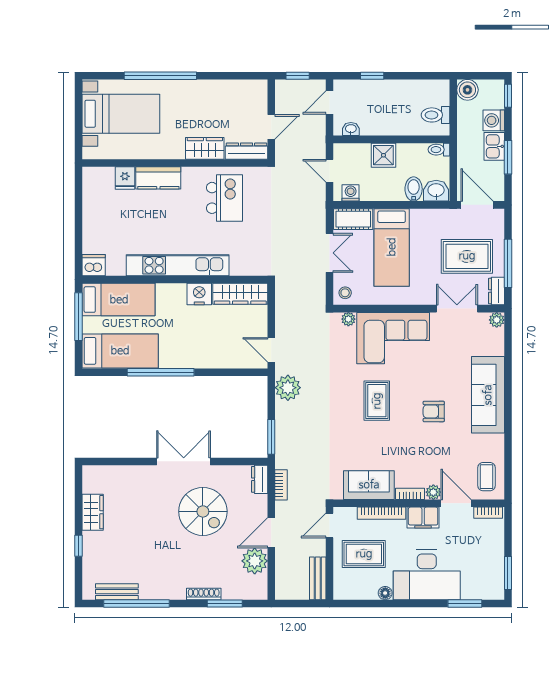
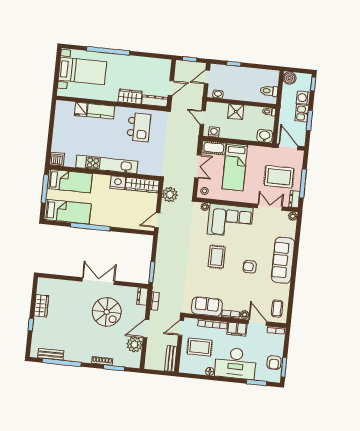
bidet: (414, 189) -> (251, 134), removed
door: (271, 350) -> (157, 220), hinge flipped
plant: (288, 388) -> (170, 195), moved
armchair: (491, 567) -> (274, 363), added

